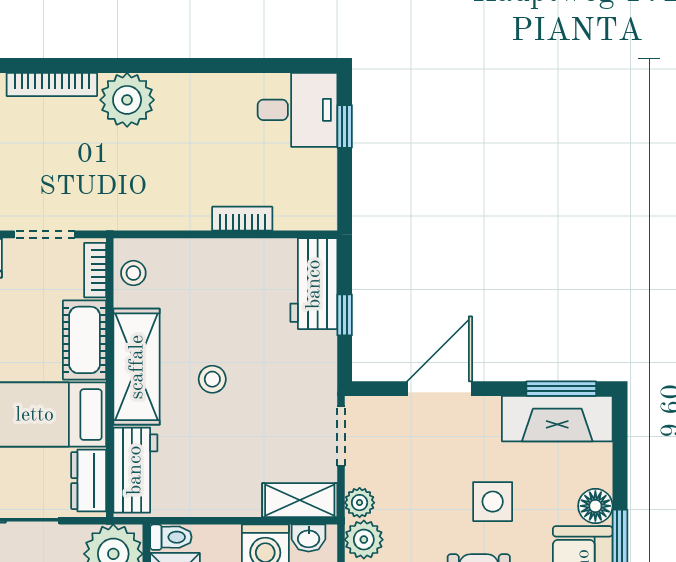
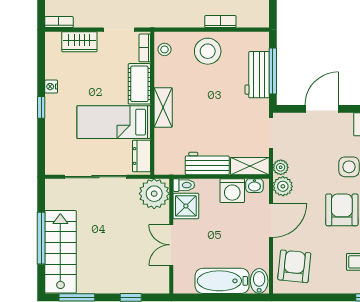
workbench: (314, 284) -> (257, 75), moved
window: (345, 315) -> (273, 71), width x2.17
shelving: (137, 367) -> (163, 107), width x0.67, depth x0.75
stool: (212, 379) -> (208, 51), moved, width x1.89, depth x1.89
workbench: (135, 470) -> (207, 163), moved, turned -90

